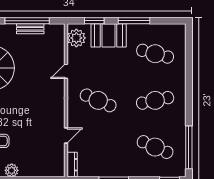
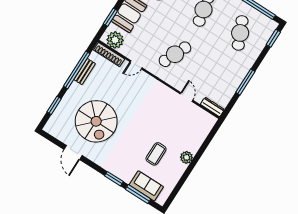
shoe rack: (60, 41) -> (109, 54), added
door: (66, 71) -> (136, 65), hinge flipped
cafe table: (155, 147) -> (240, 33), turned -48

